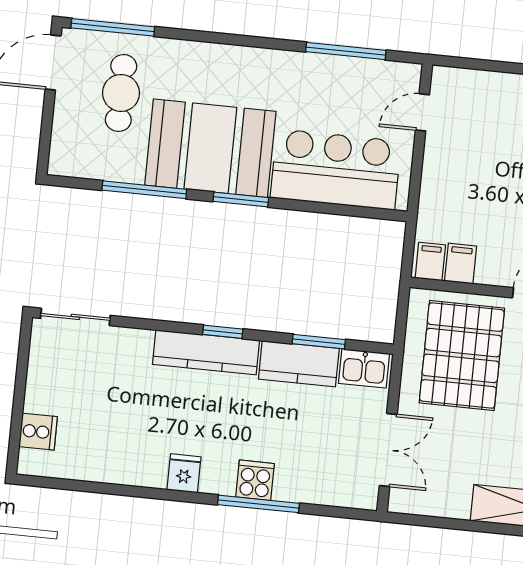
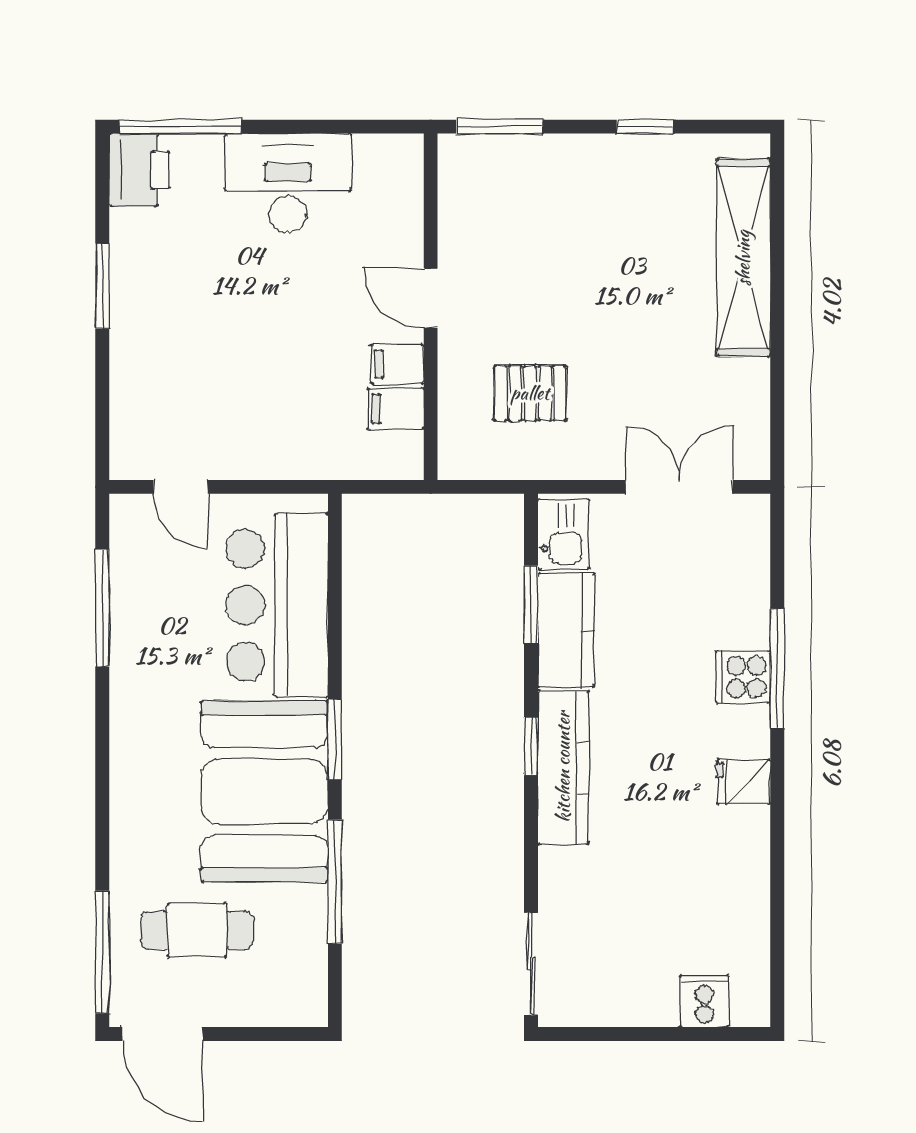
filing cabinet: (430, 261) -> (397, 364), moved
pallet: (462, 355) -> (530, 393), width x0.49, depth x0.50

